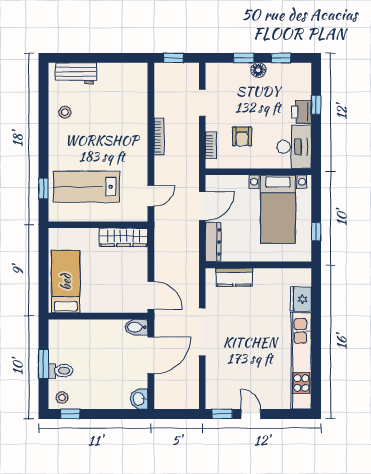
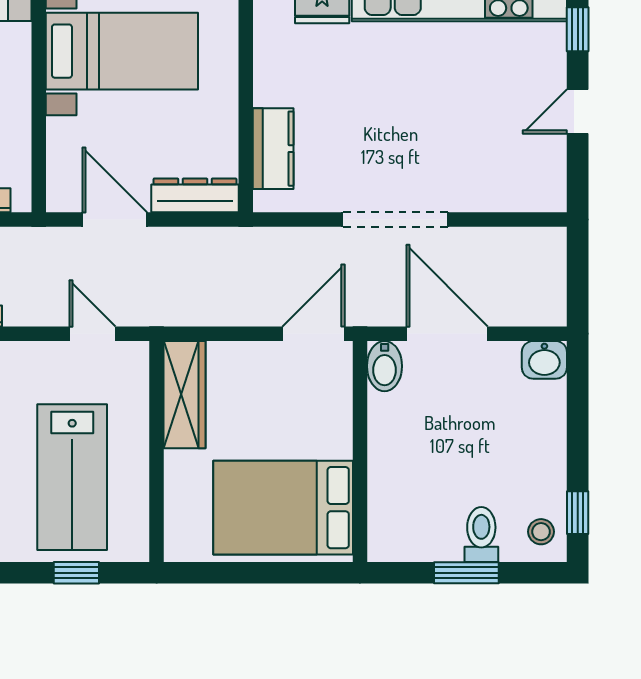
bed: (66, 282) -> (283, 508), width x1.50
window: (222, 414) -> (578, 29), moved

